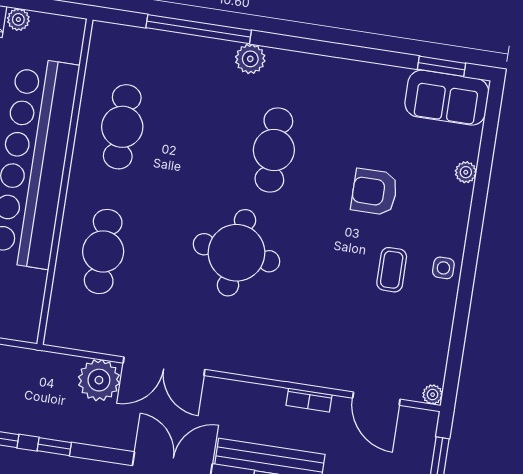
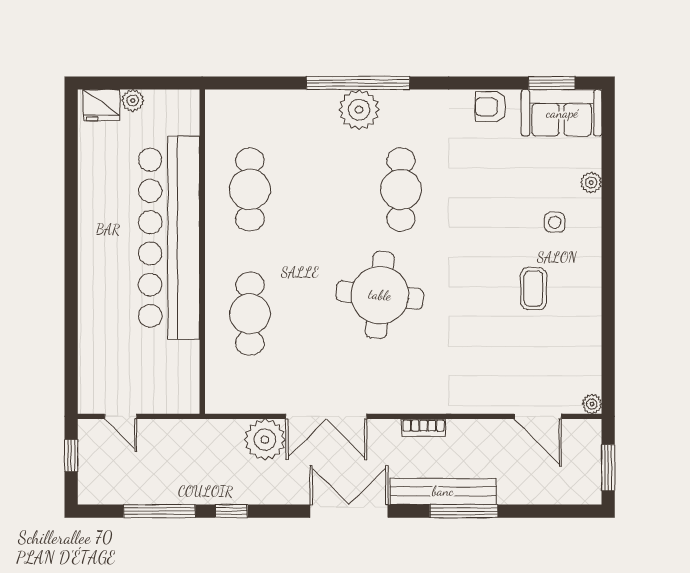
window: (199, 29) -> (358, 83), moved
plant: (250, 59) -> (359, 110), width x1.36, depth x1.36
armchair: (374, 192) -> (491, 107), moved, width x0.72, depth x0.72
side table: (443, 268) -> (555, 222), moved
bookcase: (309, 400) -> (424, 428), moved

